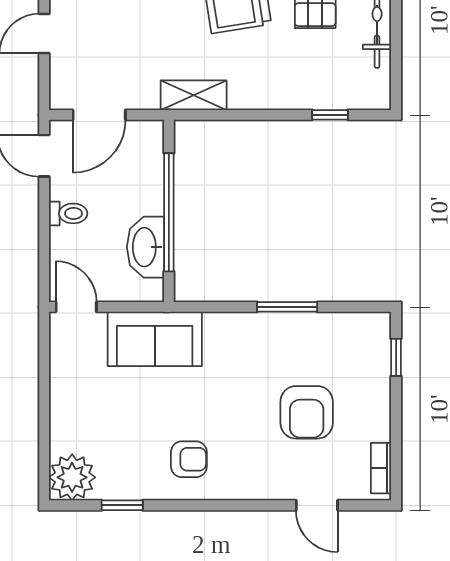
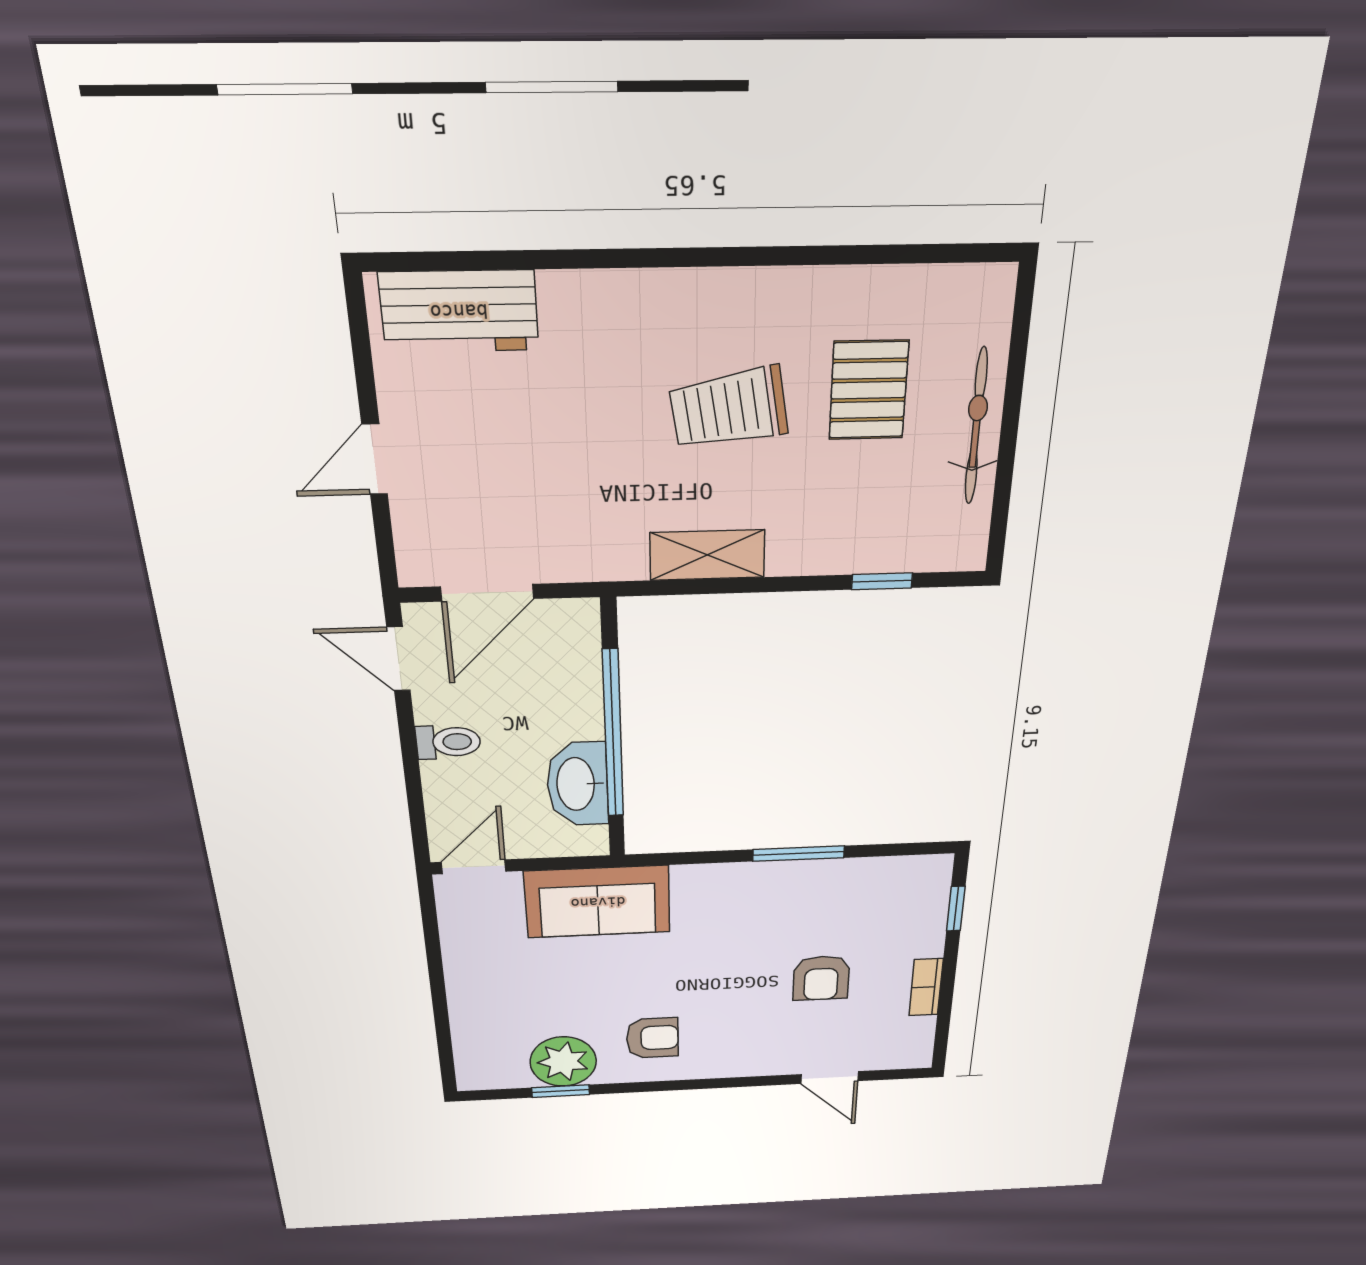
shelving: (194, 95) -> (707, 555), moved
door: (76, 307) -> (474, 867), hinge flipped
armchair: (307, 412) -> (821, 978), width x0.72, depth x0.72
bookcase: (381, 468) -> (926, 987), moved
plant: (72, 477) -> (563, 1062), moved

